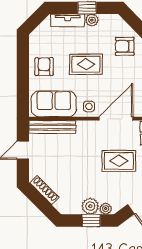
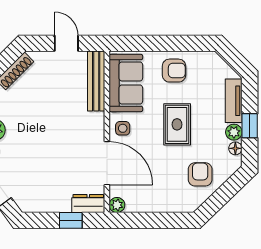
floor lamp: (105, 19) -> (235, 148), added
rug: (119, 161) -> (53, 167), removed

